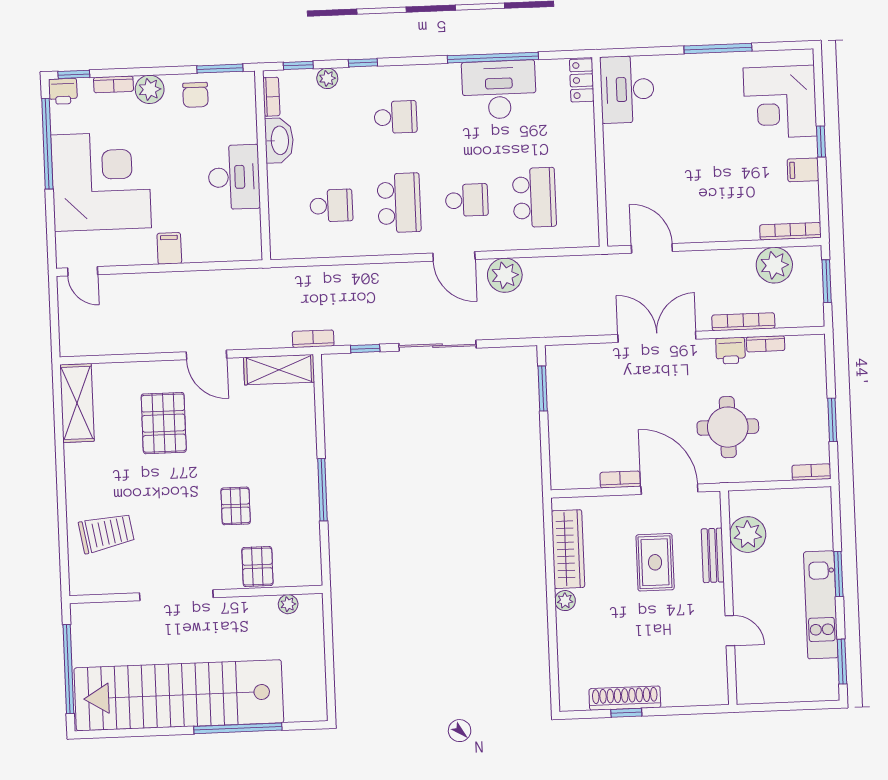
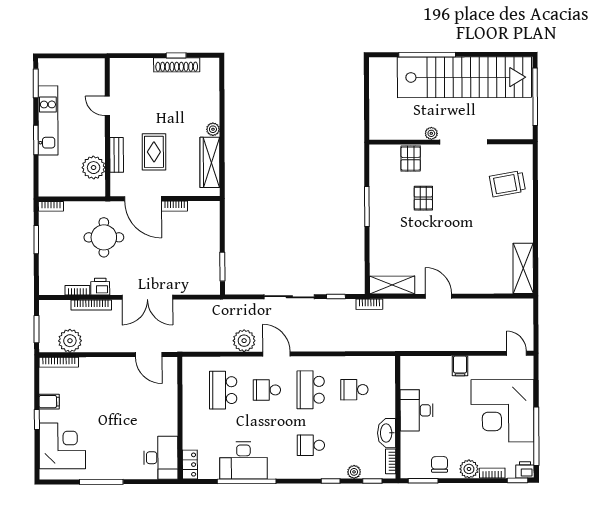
pallet: (164, 423) -> (468, 253), removed
plant: (288, 604) -> (431, 133), moved

